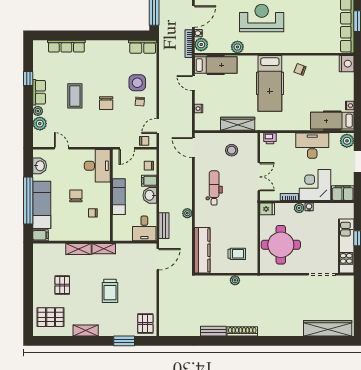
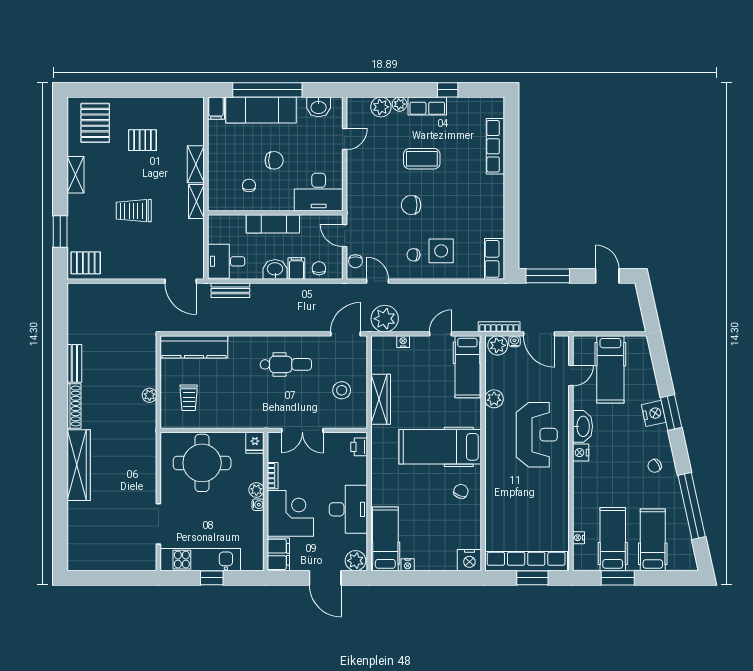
plant: (187, 213) -> (385, 319), moved, width x1.88, depth x1.88
wardrobe: (328, 328) -> (79, 465), moved

